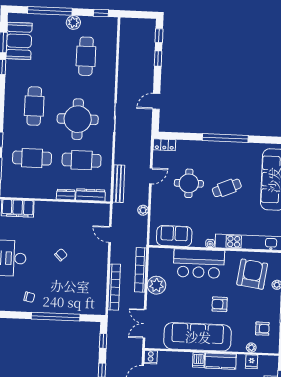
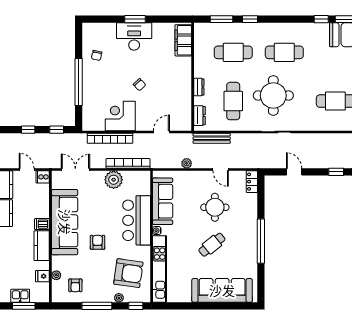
cafe table: (32, 158) -> (233, 52), turned 90
cafe table: (227, 188) -> (212, 245), turned 74
dresser: (90, 195) -> (199, 116), width x0.70
sofa: (174, 236) -> (163, 201), width x1.36
corner desk: (92, 276) -> (120, 116), added

